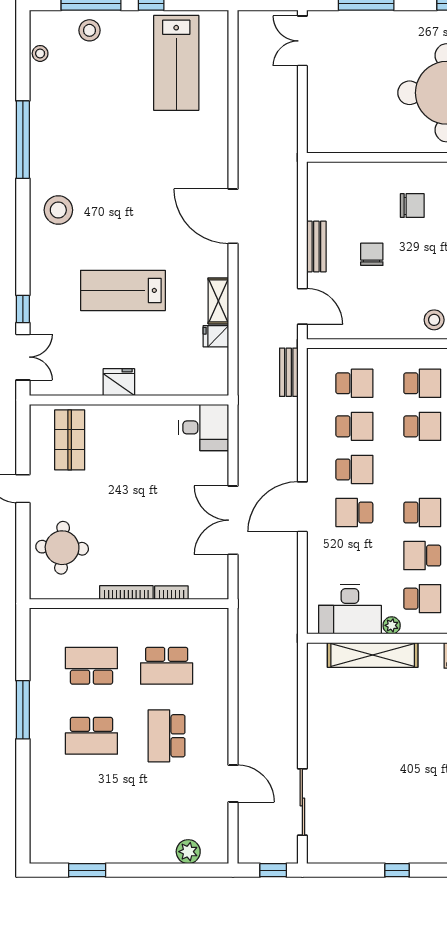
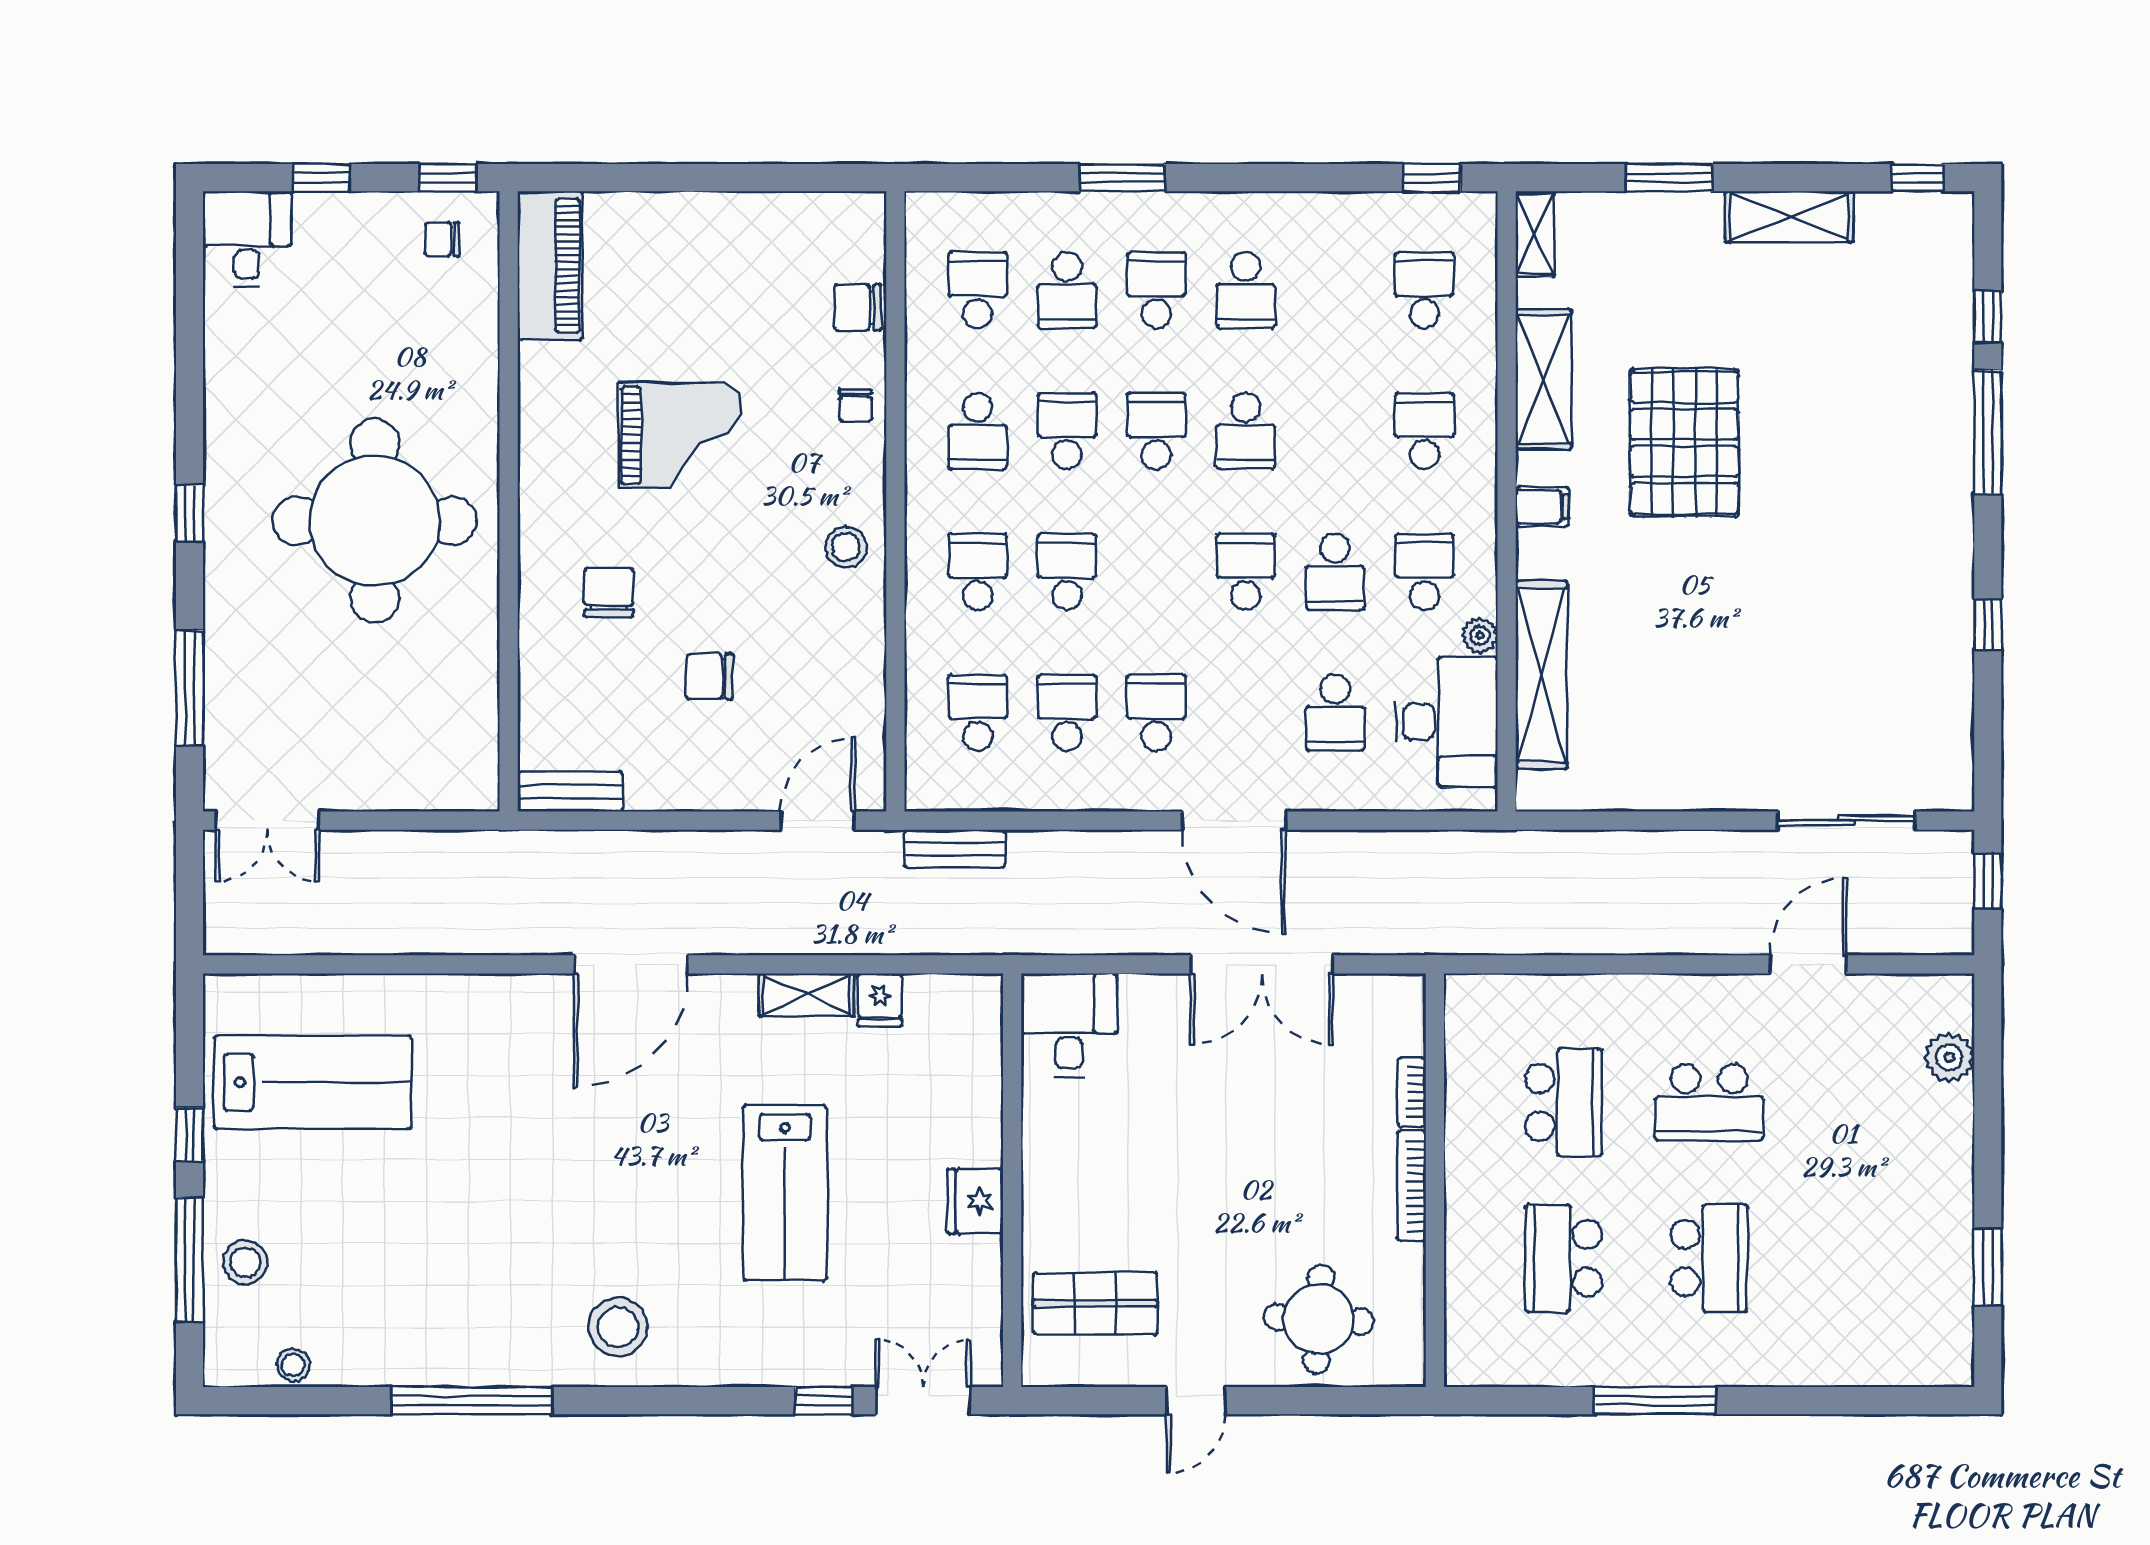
bench: (316, 247) -> (570, 792), moved
school desk: (354, 513) -> (1335, 713), moved

